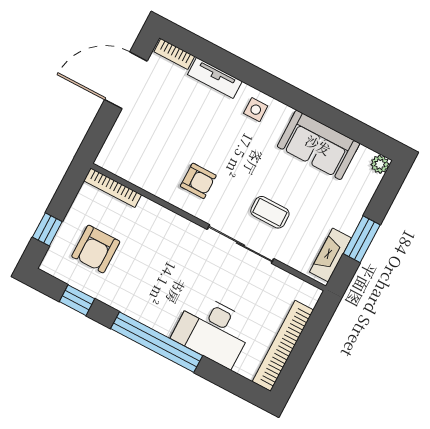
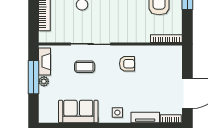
plant: (380, 164) -> (44, 81), moved
armchair: (198, 181) -> (127, 64), turned 180
window: (362, 239) -> (34, 77), width x1.44

